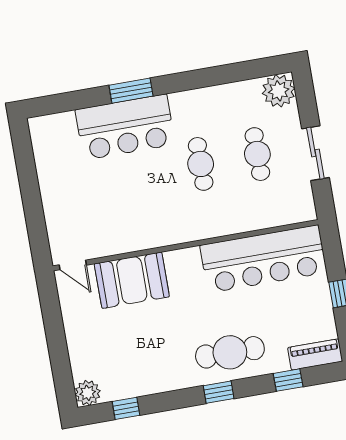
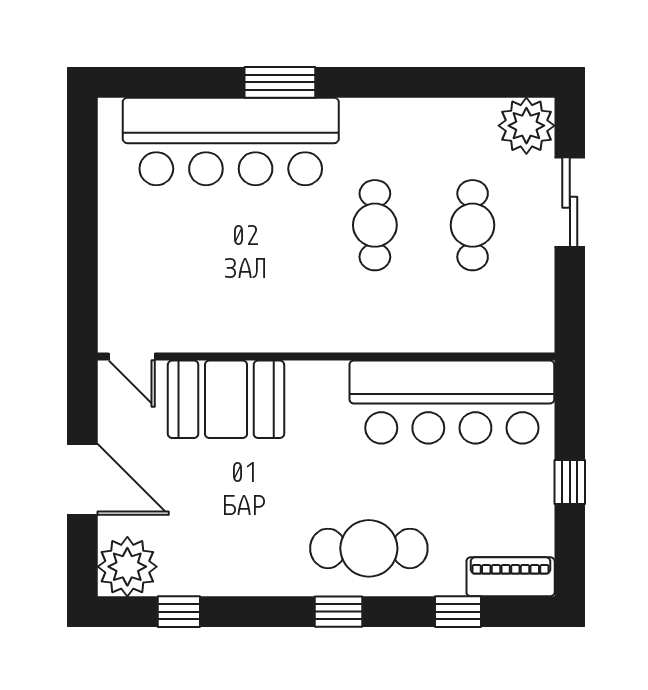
bar counter: (125, 127) -> (231, 142), width x1.36
sliding door: (315, 153) -> (570, 202), moved
door: (56, 341) -> (82, 479), added
plant: (88, 393) -> (127, 567), width x1.36, depth x1.36

